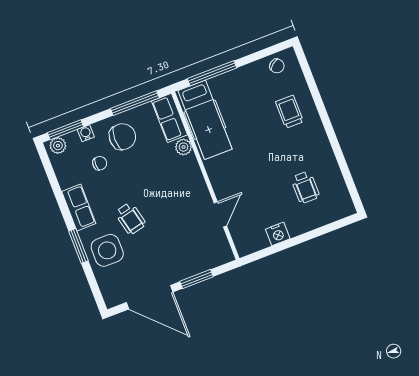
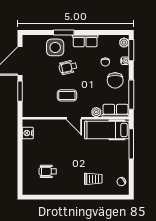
coffee table: (175, 203) -> (67, 95), added
door: (220, 214) -> (74, 118), moved
nightstand: (278, 234) -> (28, 133), moved

